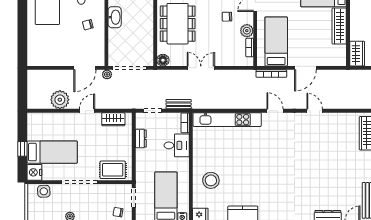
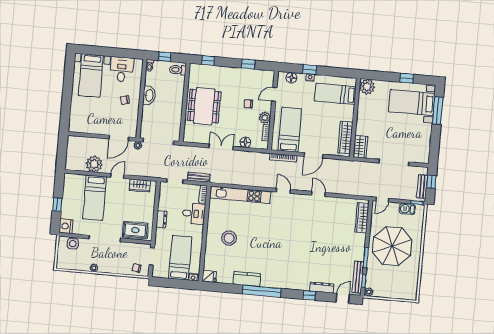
wardrobe: (339, 26) -> (345, 138), moved
floor lamp: (163, 60) -> (245, 142), moved
dresser: (141, 139) -> (161, 219), moved
bed: (52, 152) -> (95, 198), moved, turned 90
stool: (211, 180) -> (229, 238), moved

